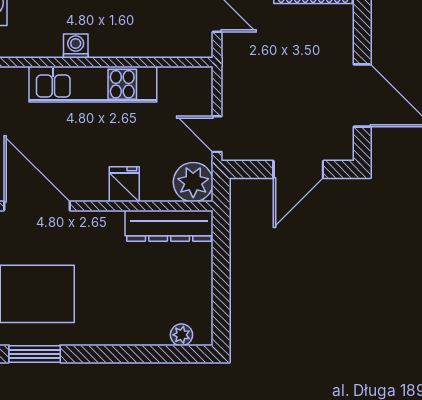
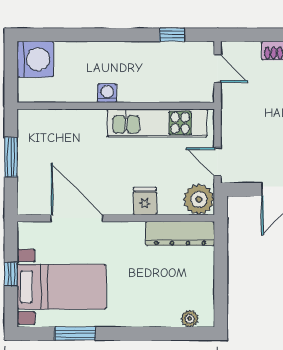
kitchen unit: (93, 84) -> (157, 123), moved

